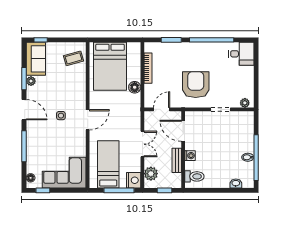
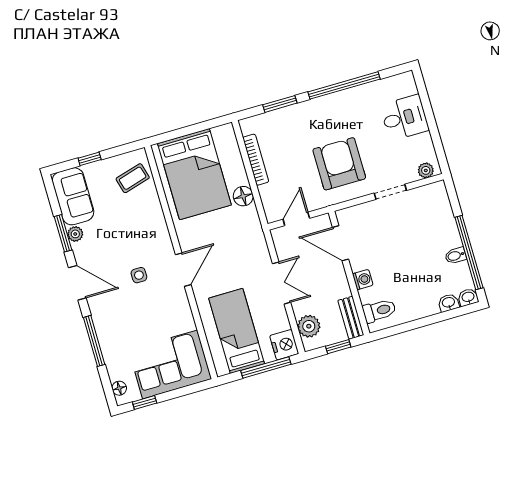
window: (41, 40) -> (90, 159), moved
desk: (241, 54) -> (404, 118), moved
bench: (177, 160) -> (351, 318), moved
washbasin: (248, 184) -> (468, 297), added

